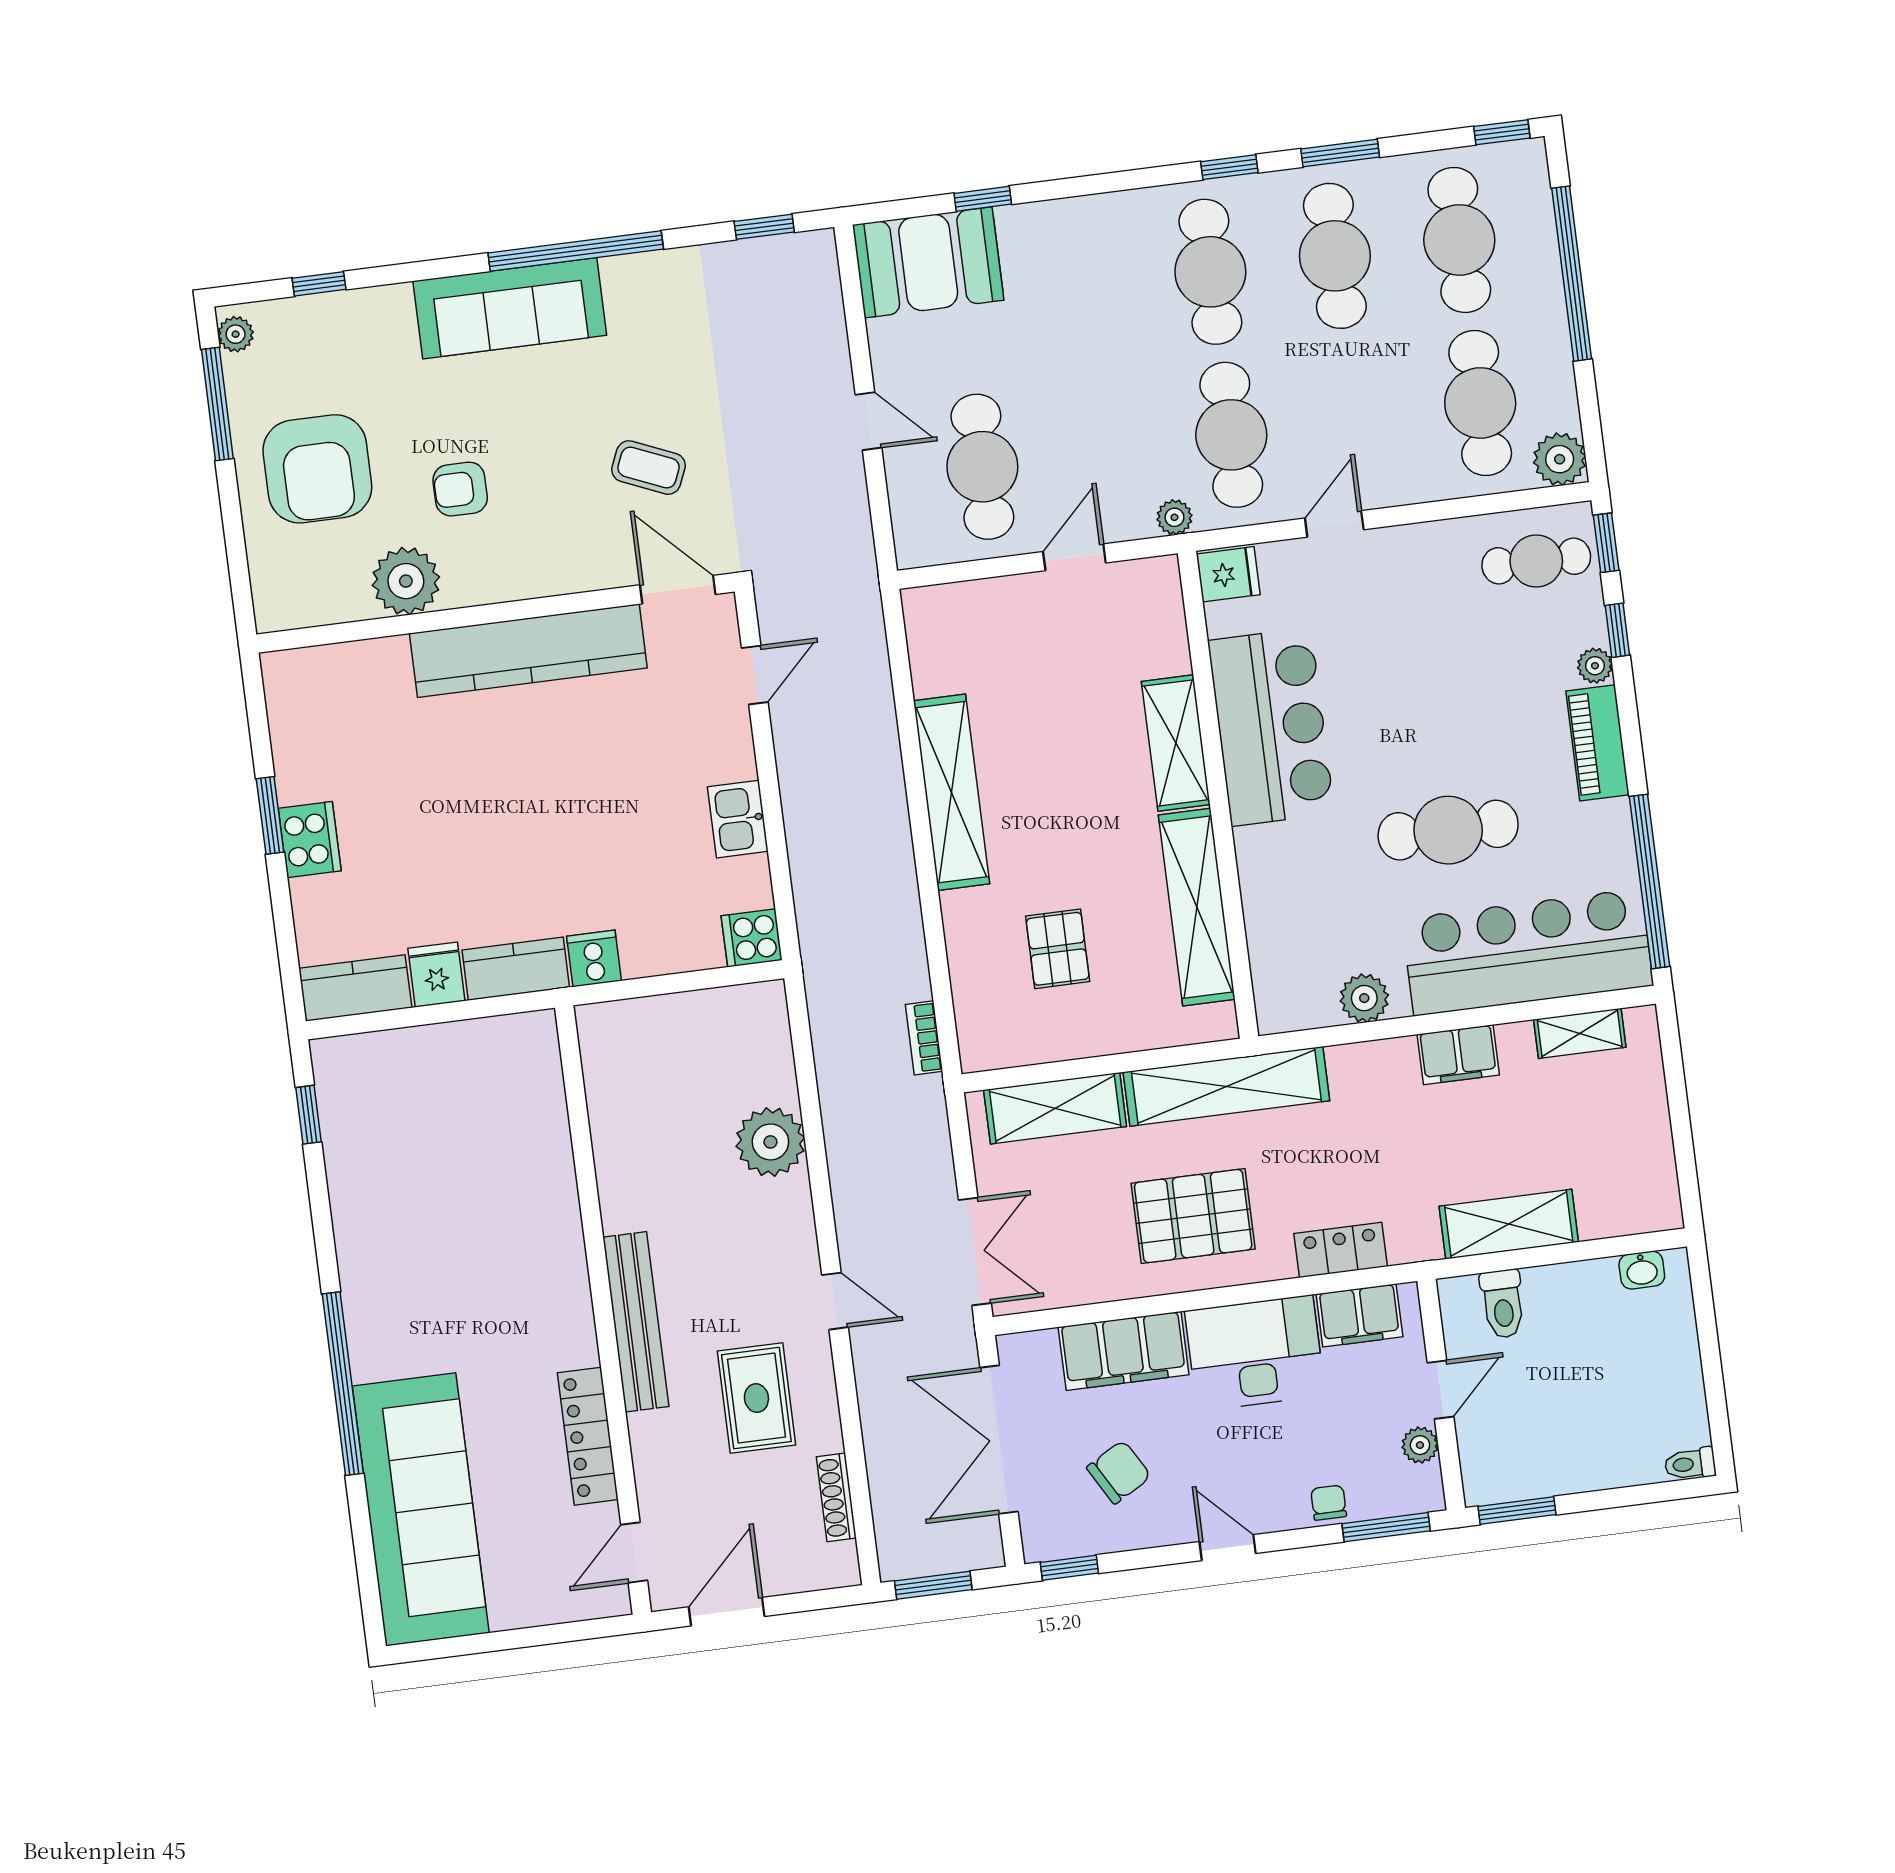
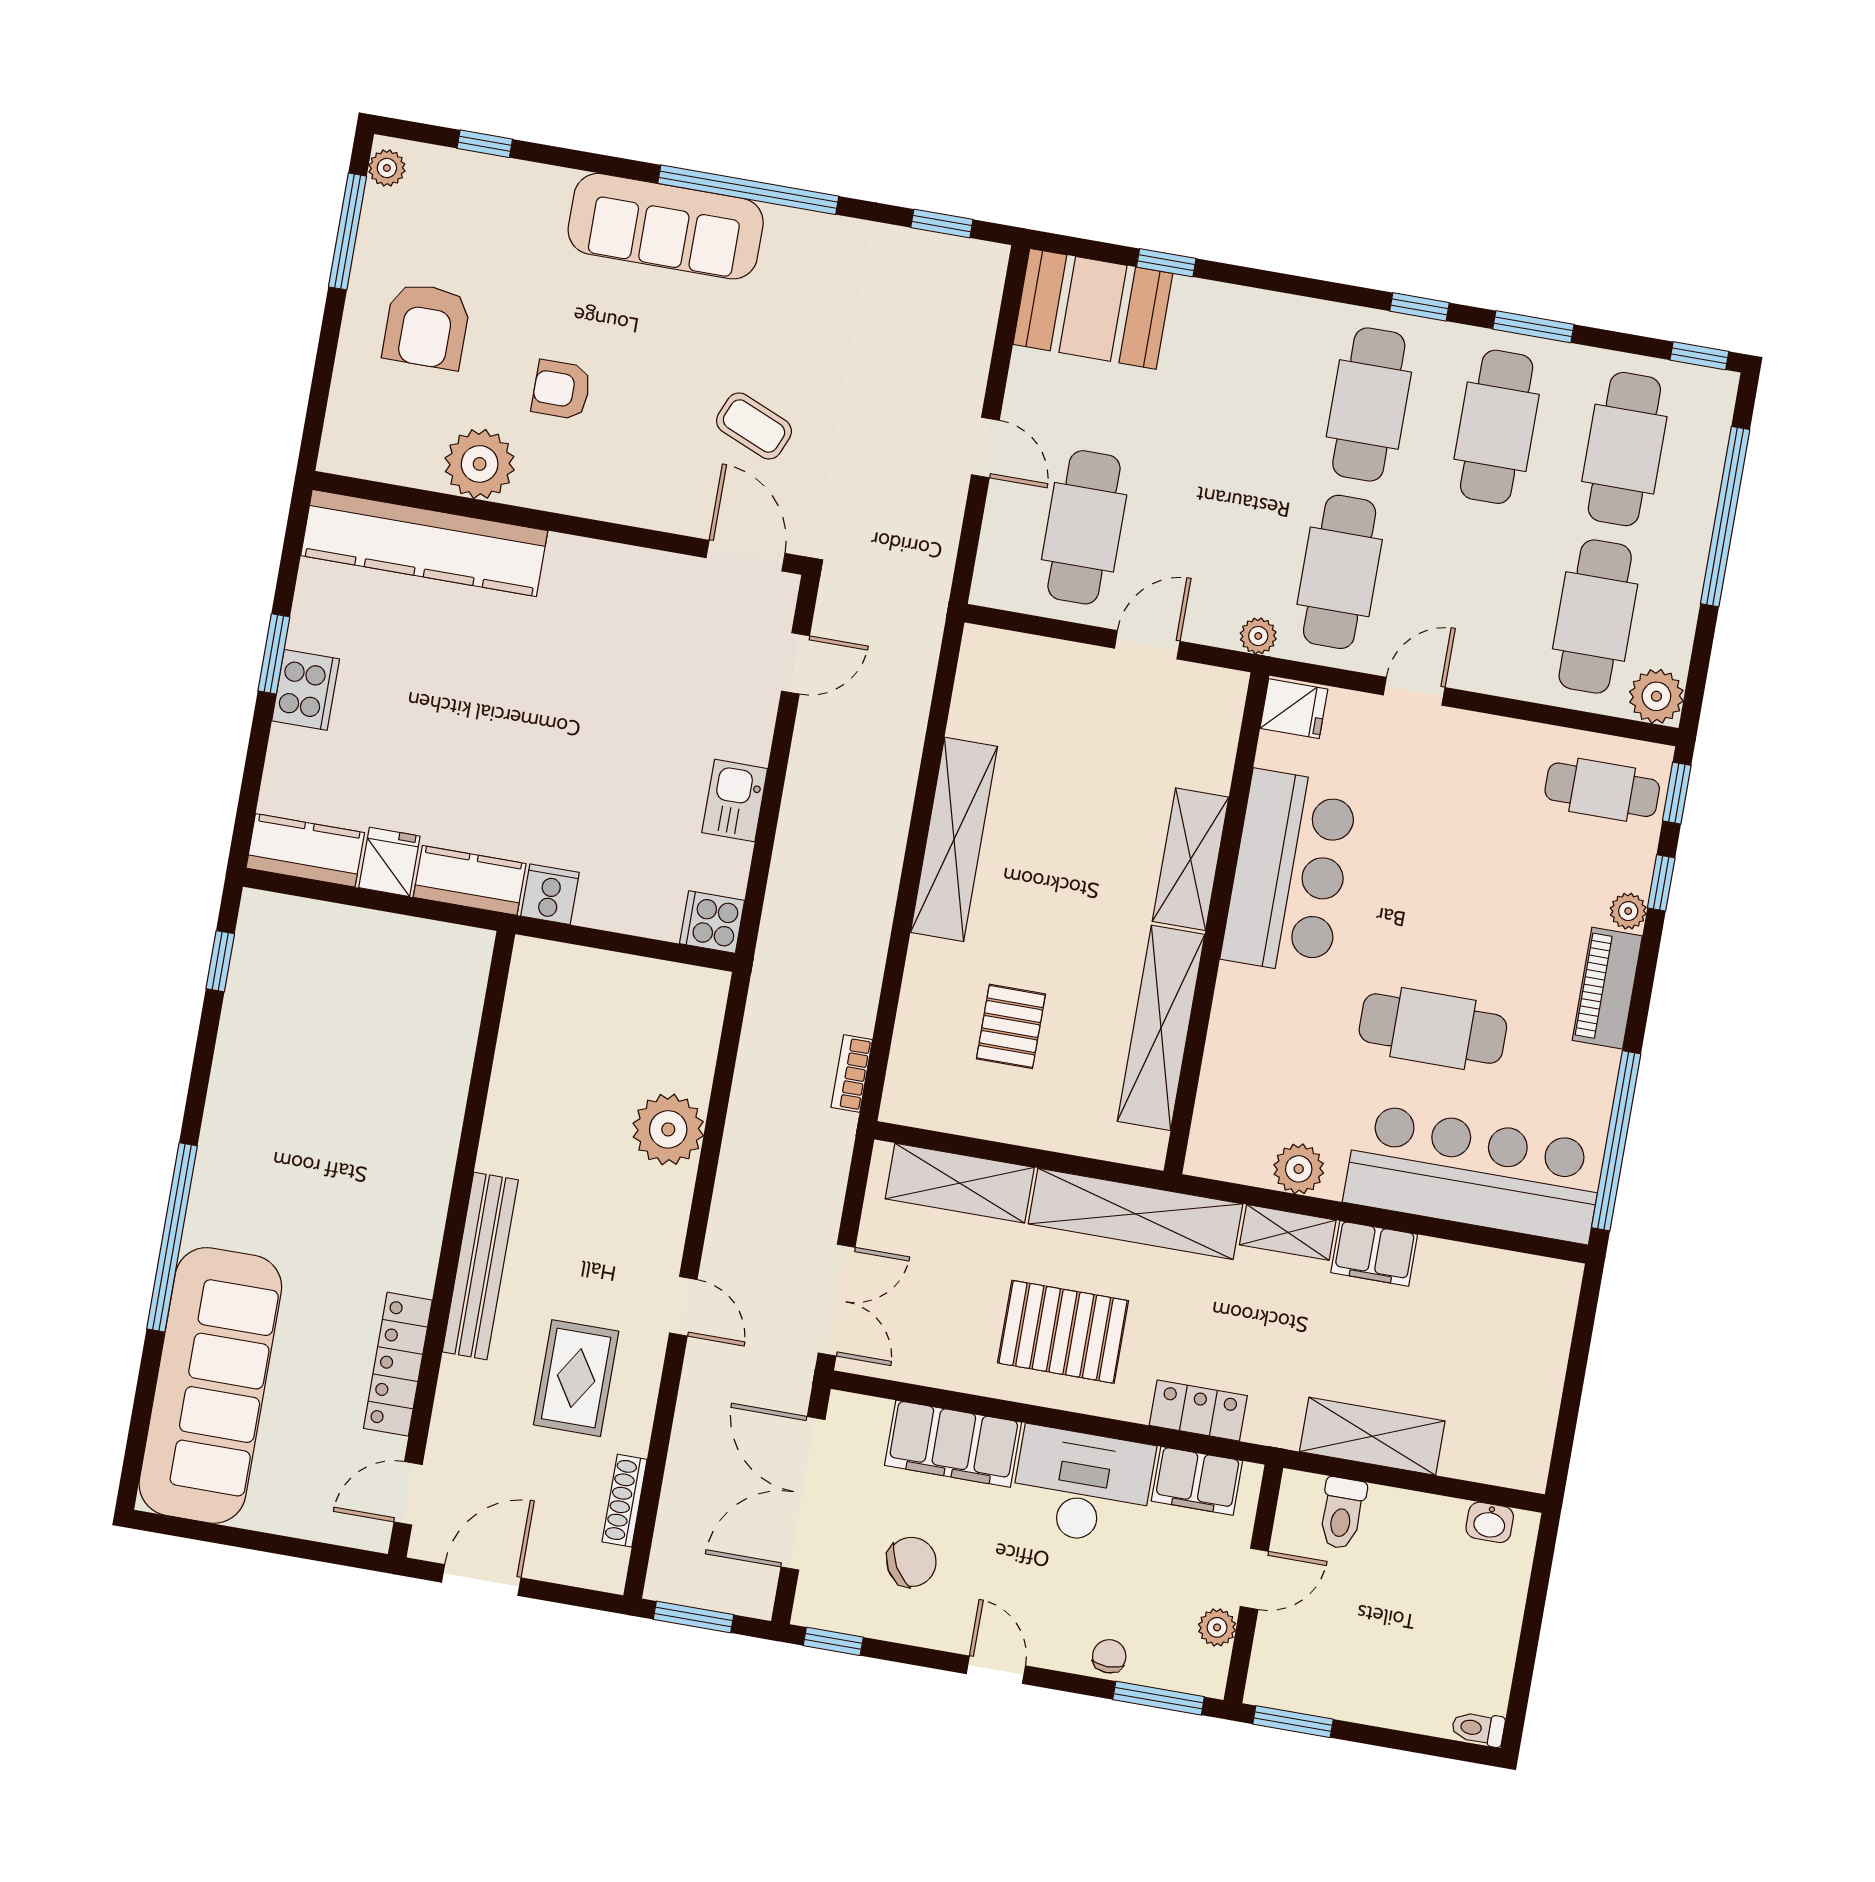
armchair: (317, 469) -> (427, 326), width x0.73, depth x0.73
kitchen counter: (528, 651) -> (424, 543), moved
shelving: (1580, 1033) -> (1288, 1232), moved

